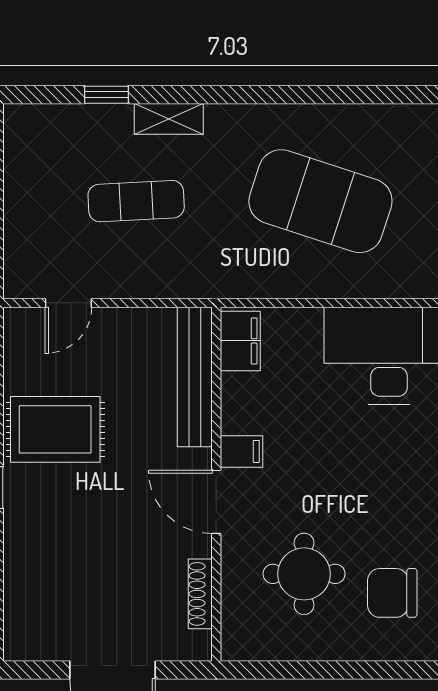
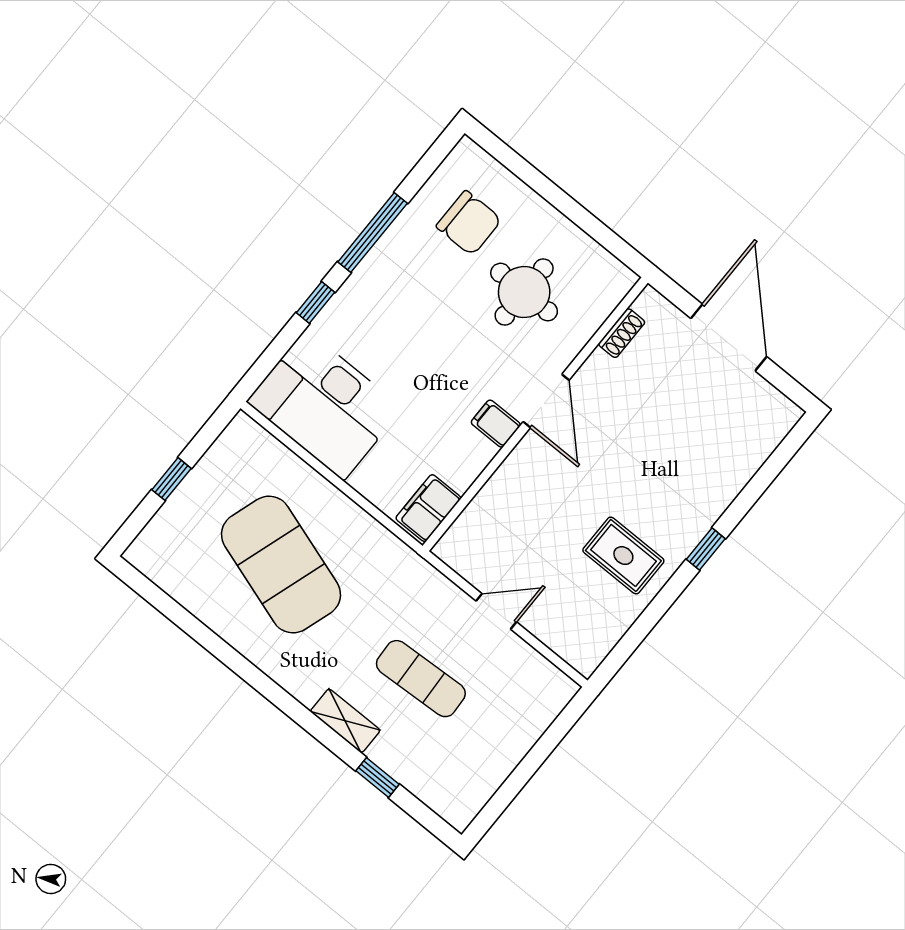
door: (68, 303) -> (496, 611), moved
bench: (195, 377) -> (485, 509), removed
rug: (55, 429) -> (623, 556), width x0.73, depth x0.70
shoe rack: (200, 594) -> (622, 333), width x0.70

